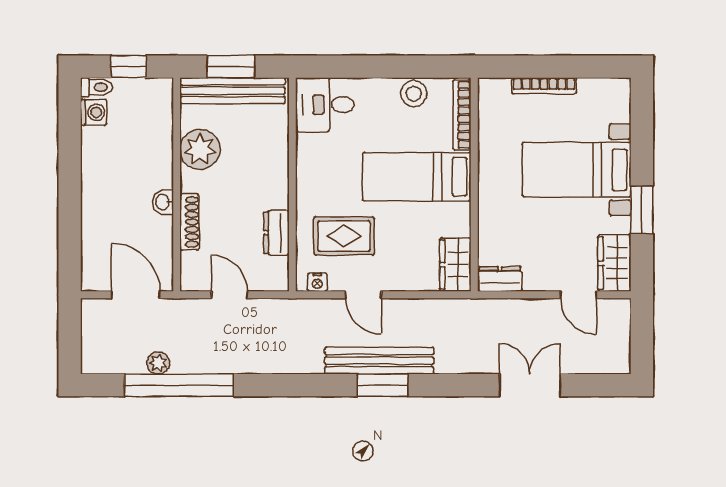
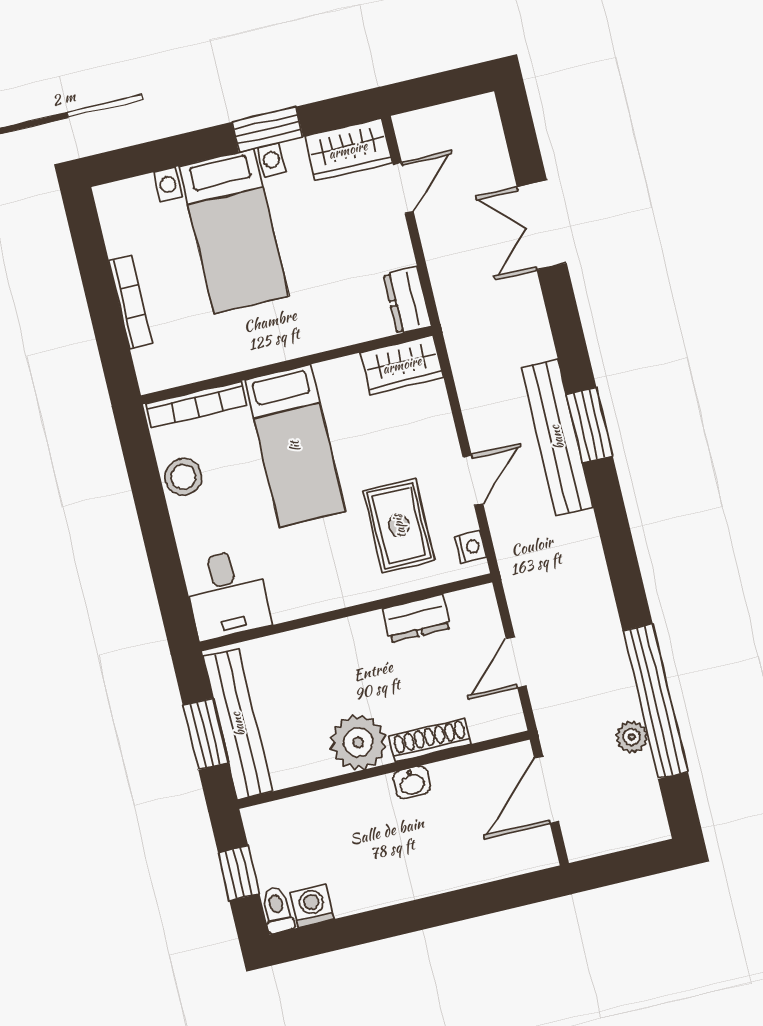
plant: (200, 149) -> (358, 742), moved

